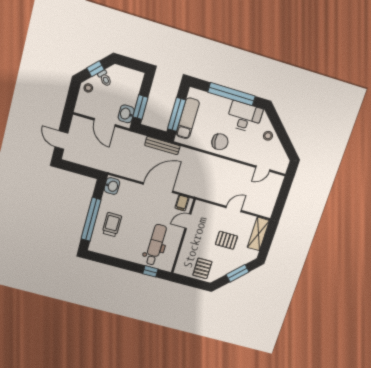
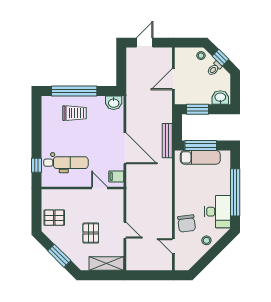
washbasin: (126, 114) -> (220, 97), moved
chair: (220, 142) -> (187, 223), moved

